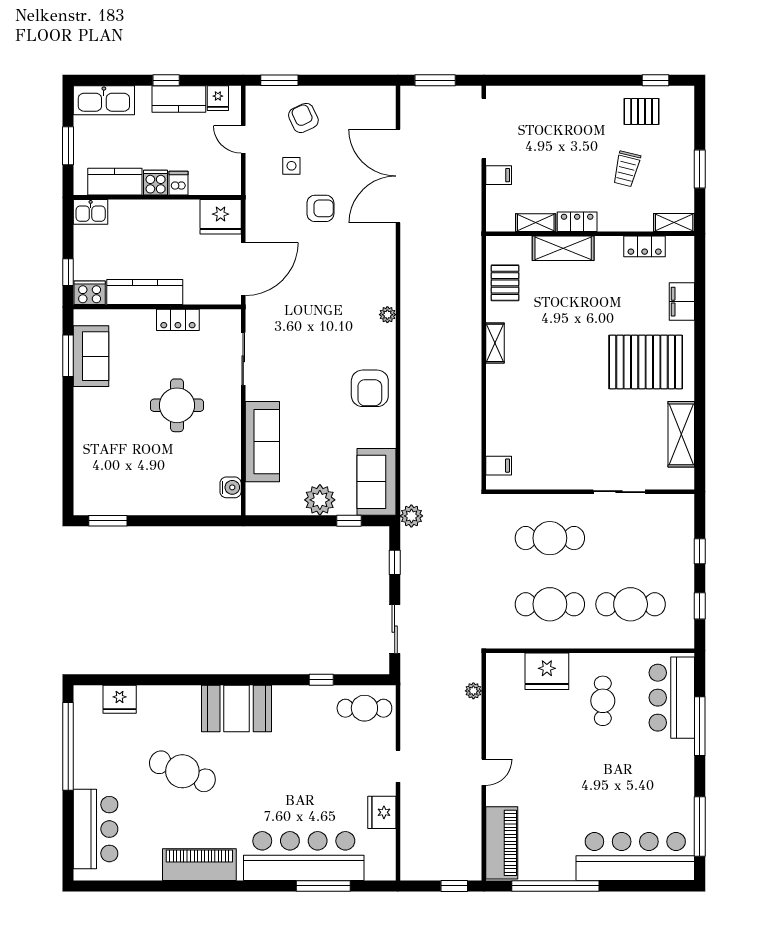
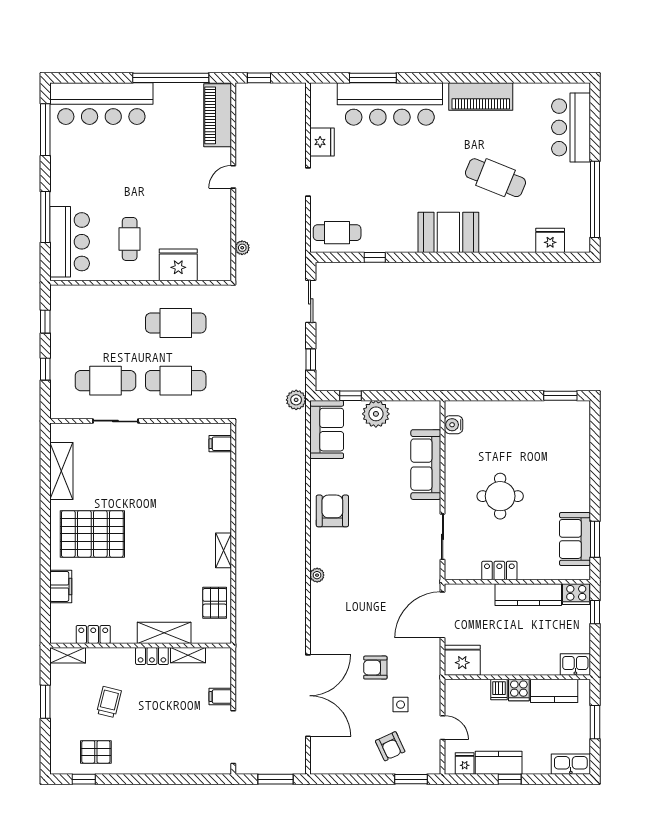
kitchen sink: (104, 100) -> (571, 764), width x0.73, depth x0.81
cafe table: (631, 604) -> (105, 381), moved

